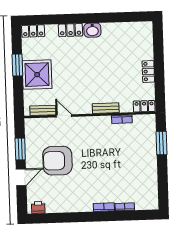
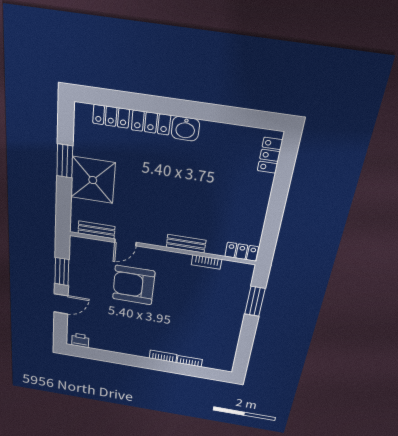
locker: (33, 31) -> (111, 116), moved
locker: (148, 71) -> (270, 155), moved
door: (64, 116) -> (125, 242), swing flipped
armchair: (57, 161) -> (134, 285), moved

